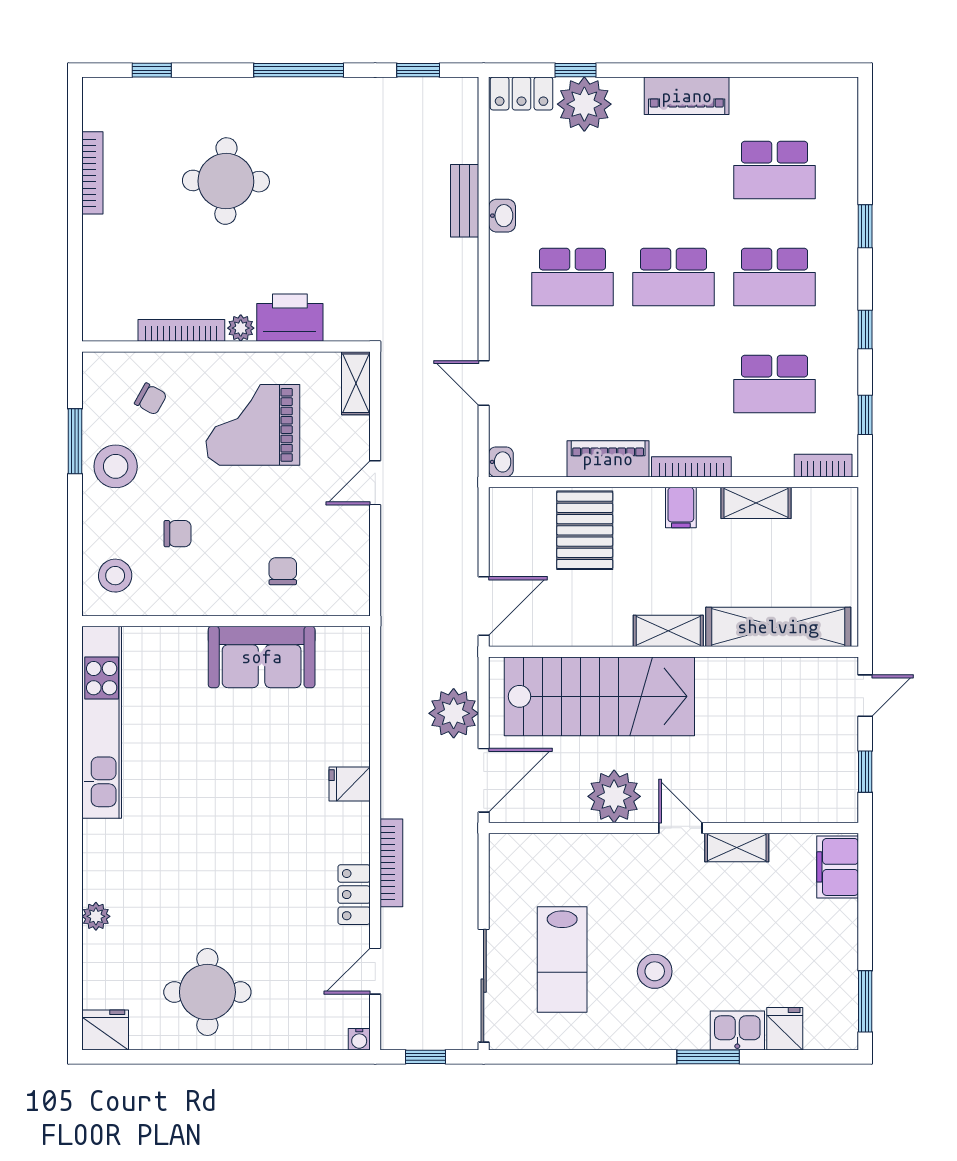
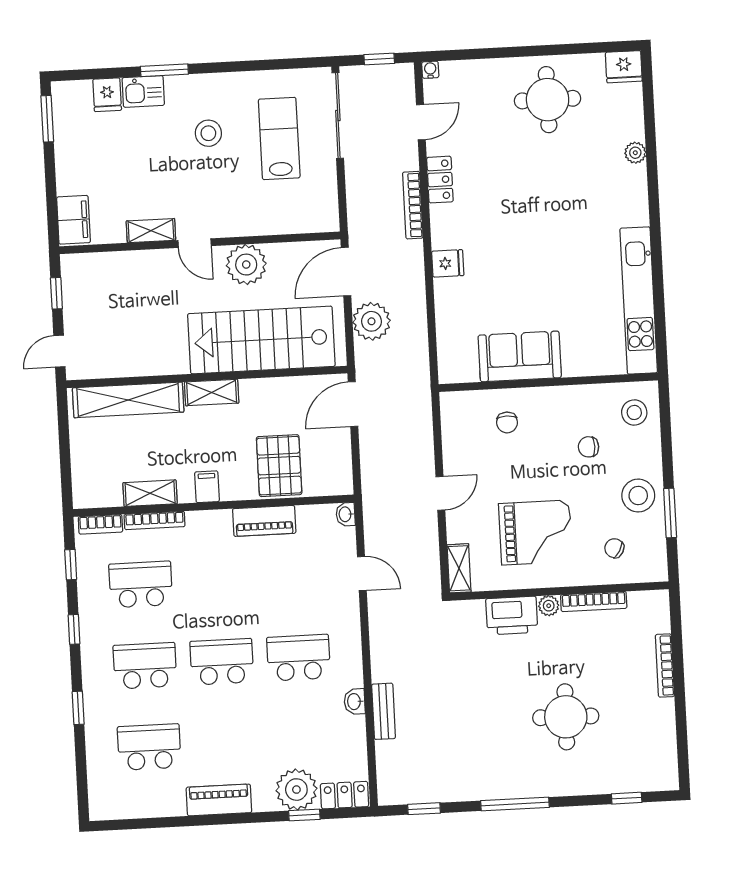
bookcase: (92, 173) -> (665, 666), moved
bookcase: (691, 467) -> (155, 520), moved

